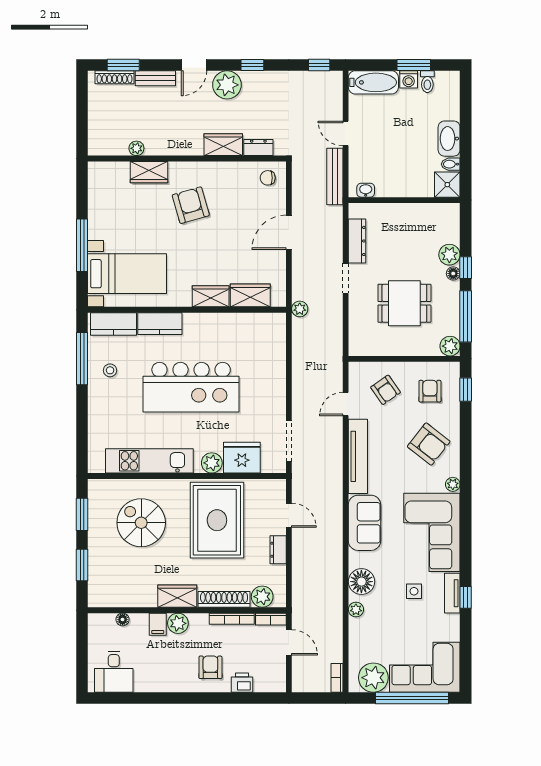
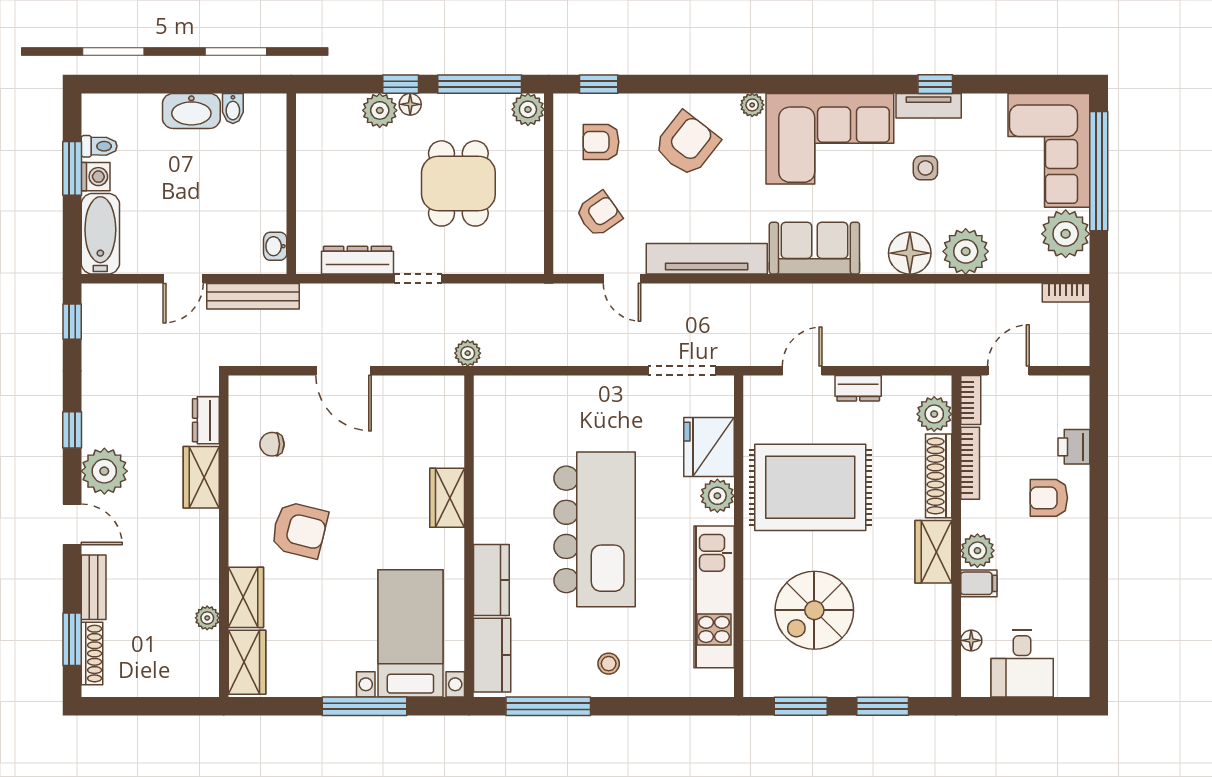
chair: (268, 178) -> (272, 444), moved, turned 90
shower: (447, 185) -> (266, 114), removed
armchair: (191, 205) -> (299, 530), turned -150
wardrobe: (250, 295) -> (247, 662), moved, turned 180
stool: (110, 370) -> (609, 664), moved
plant: (356, 609) -> (966, 251), width x1.88, depth x1.88
desk: (114, 672) -> (1022, 664), moved, turned 90

